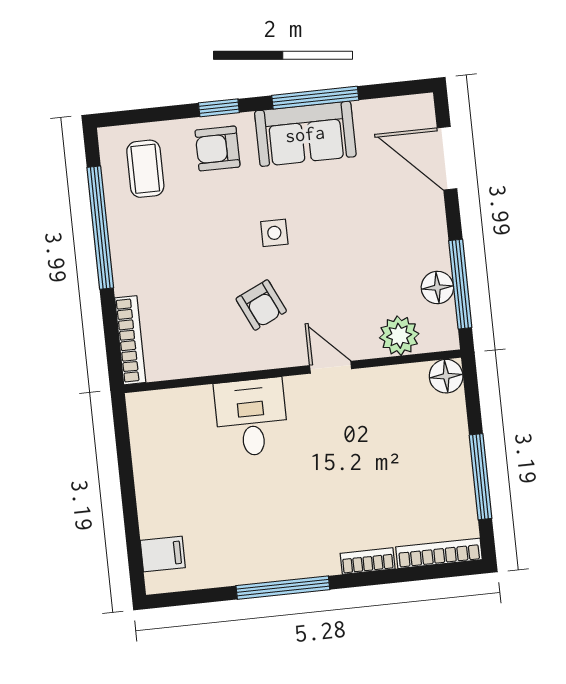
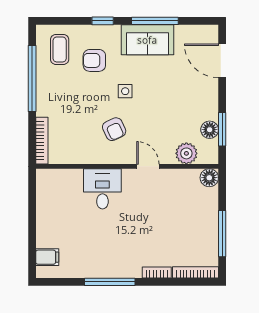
armchair: (218, 148) -> (94, 60), moved
window: (460, 284) -> (222, 129), width x0.69

